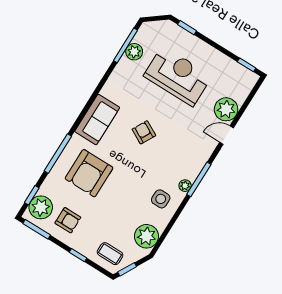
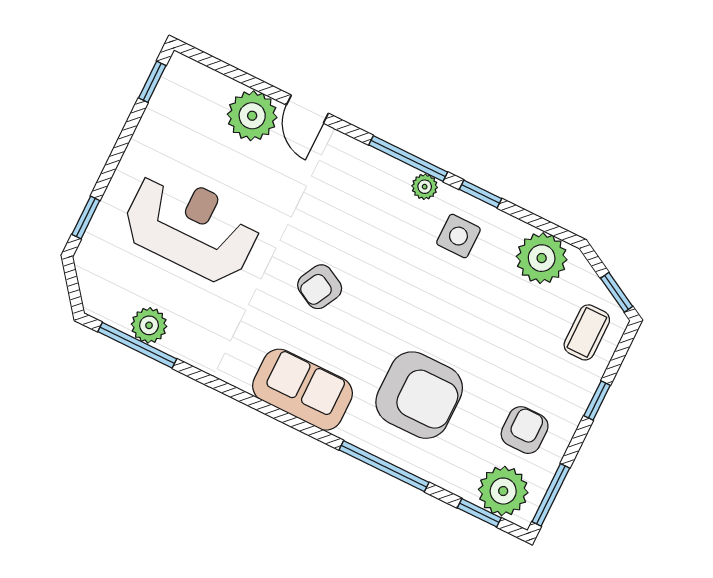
reception desk: (178, 76) -> (191, 227), turned 90
window: (179, 211) -> (480, 194), added

